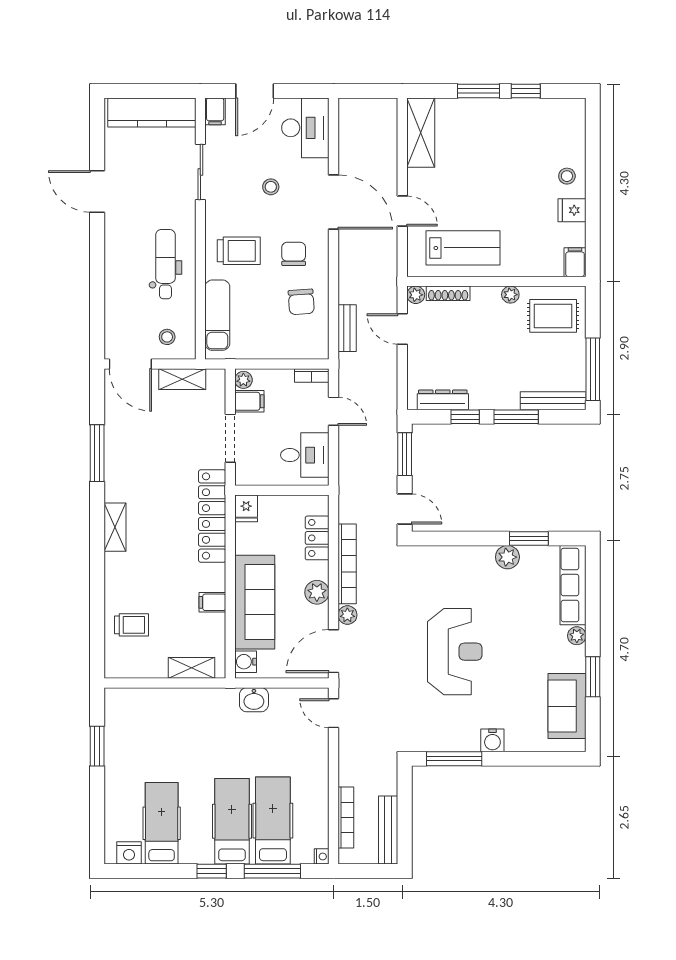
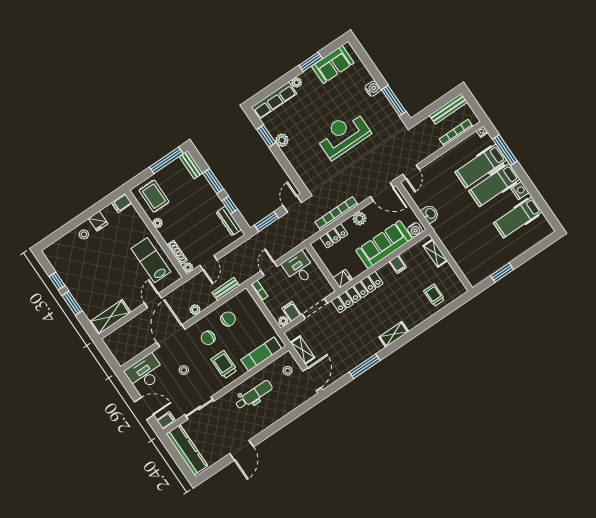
dental chair: (165, 264) -> (254, 395), turned 180
bench: (553, 401) -> (191, 165), width x0.73
plant: (347, 615) -> (195, 310), moved
nightstand: (129, 853) -> (520, 191), moved
window: (212, 871) -> (524, 179), removed

